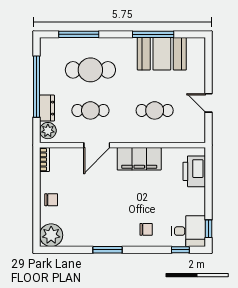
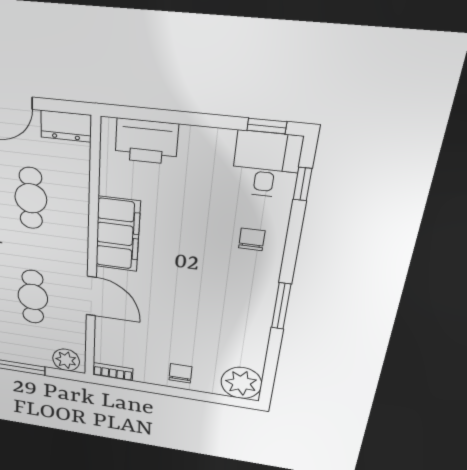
dresser: (47, 108) -> (66, 126), moved, turned 180

